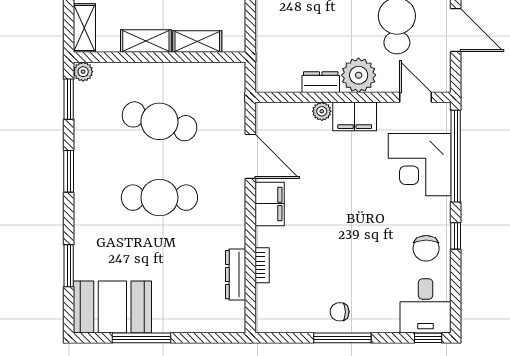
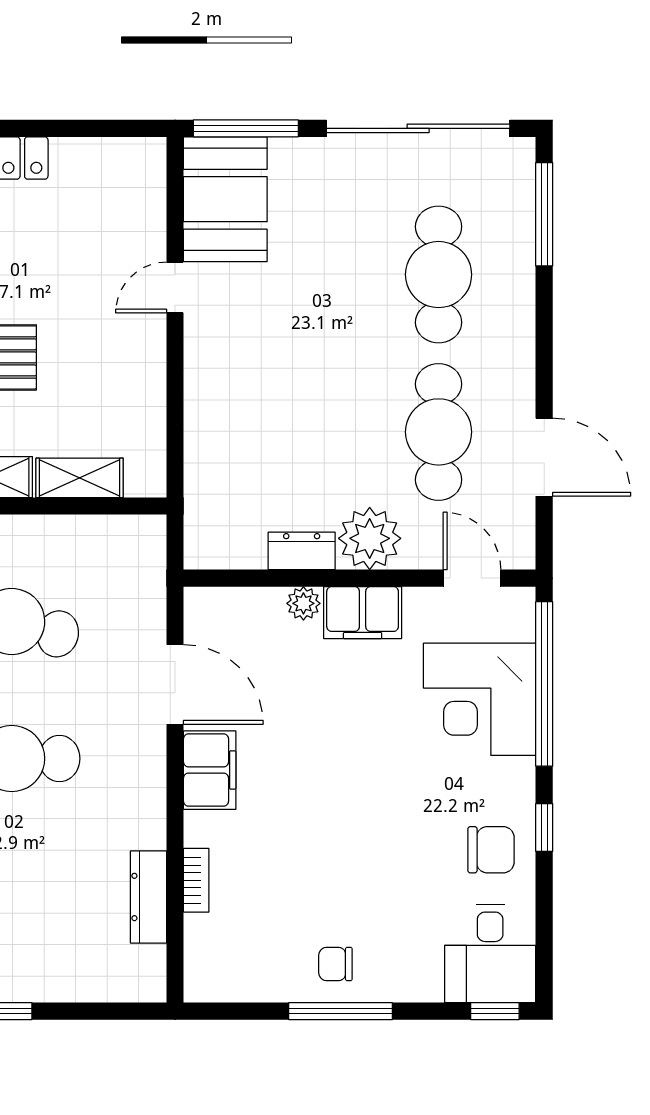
chair: (426, 248) -> (491, 850), turned -90

